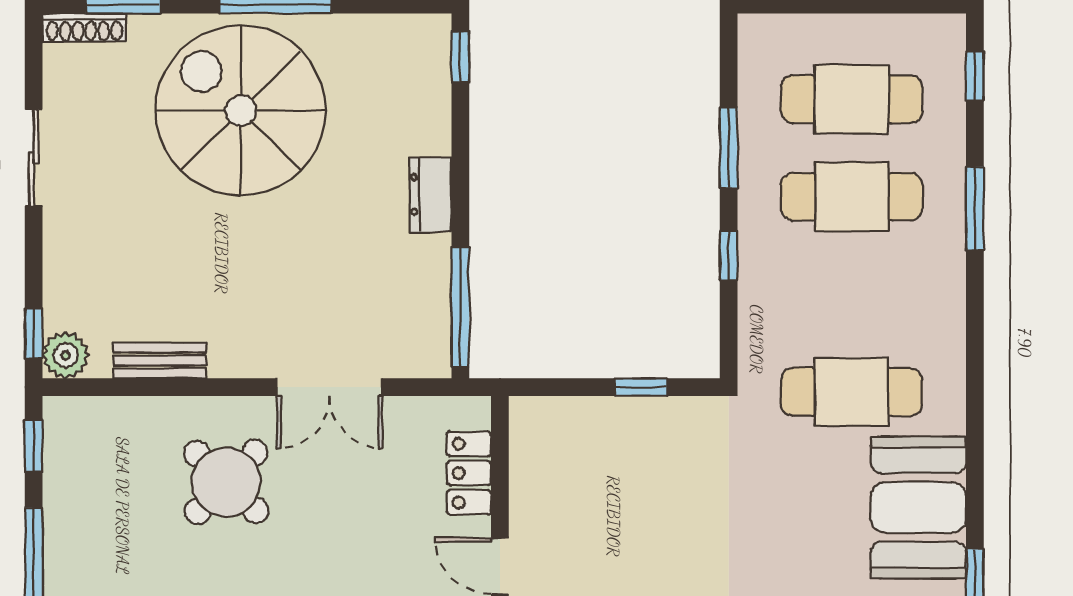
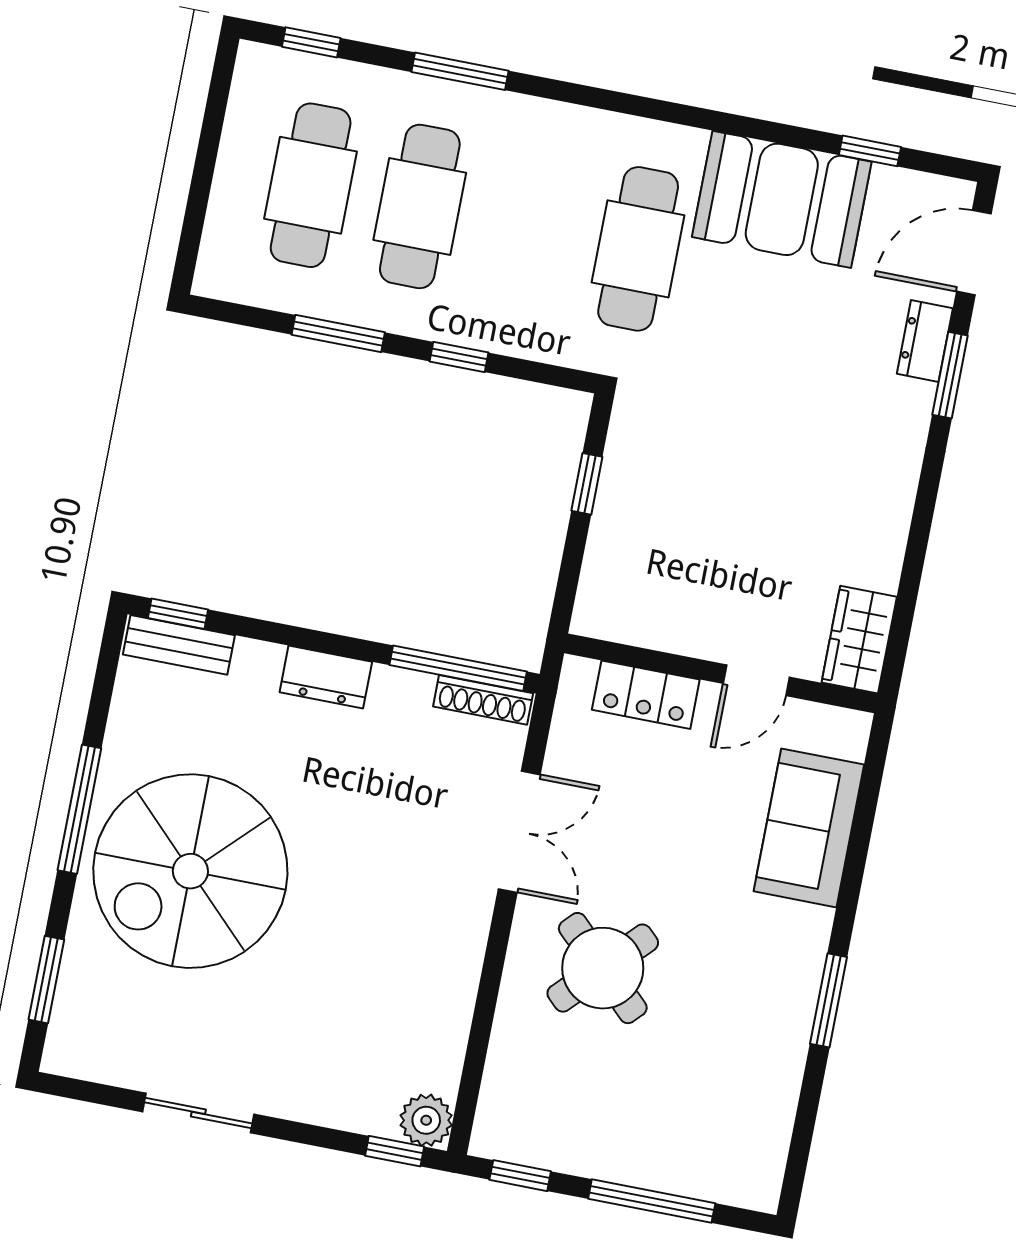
shoe rack: (84, 28) -> (483, 700), moved, turned 90
bench: (159, 361) -> (179, 645), moved, turned 90

